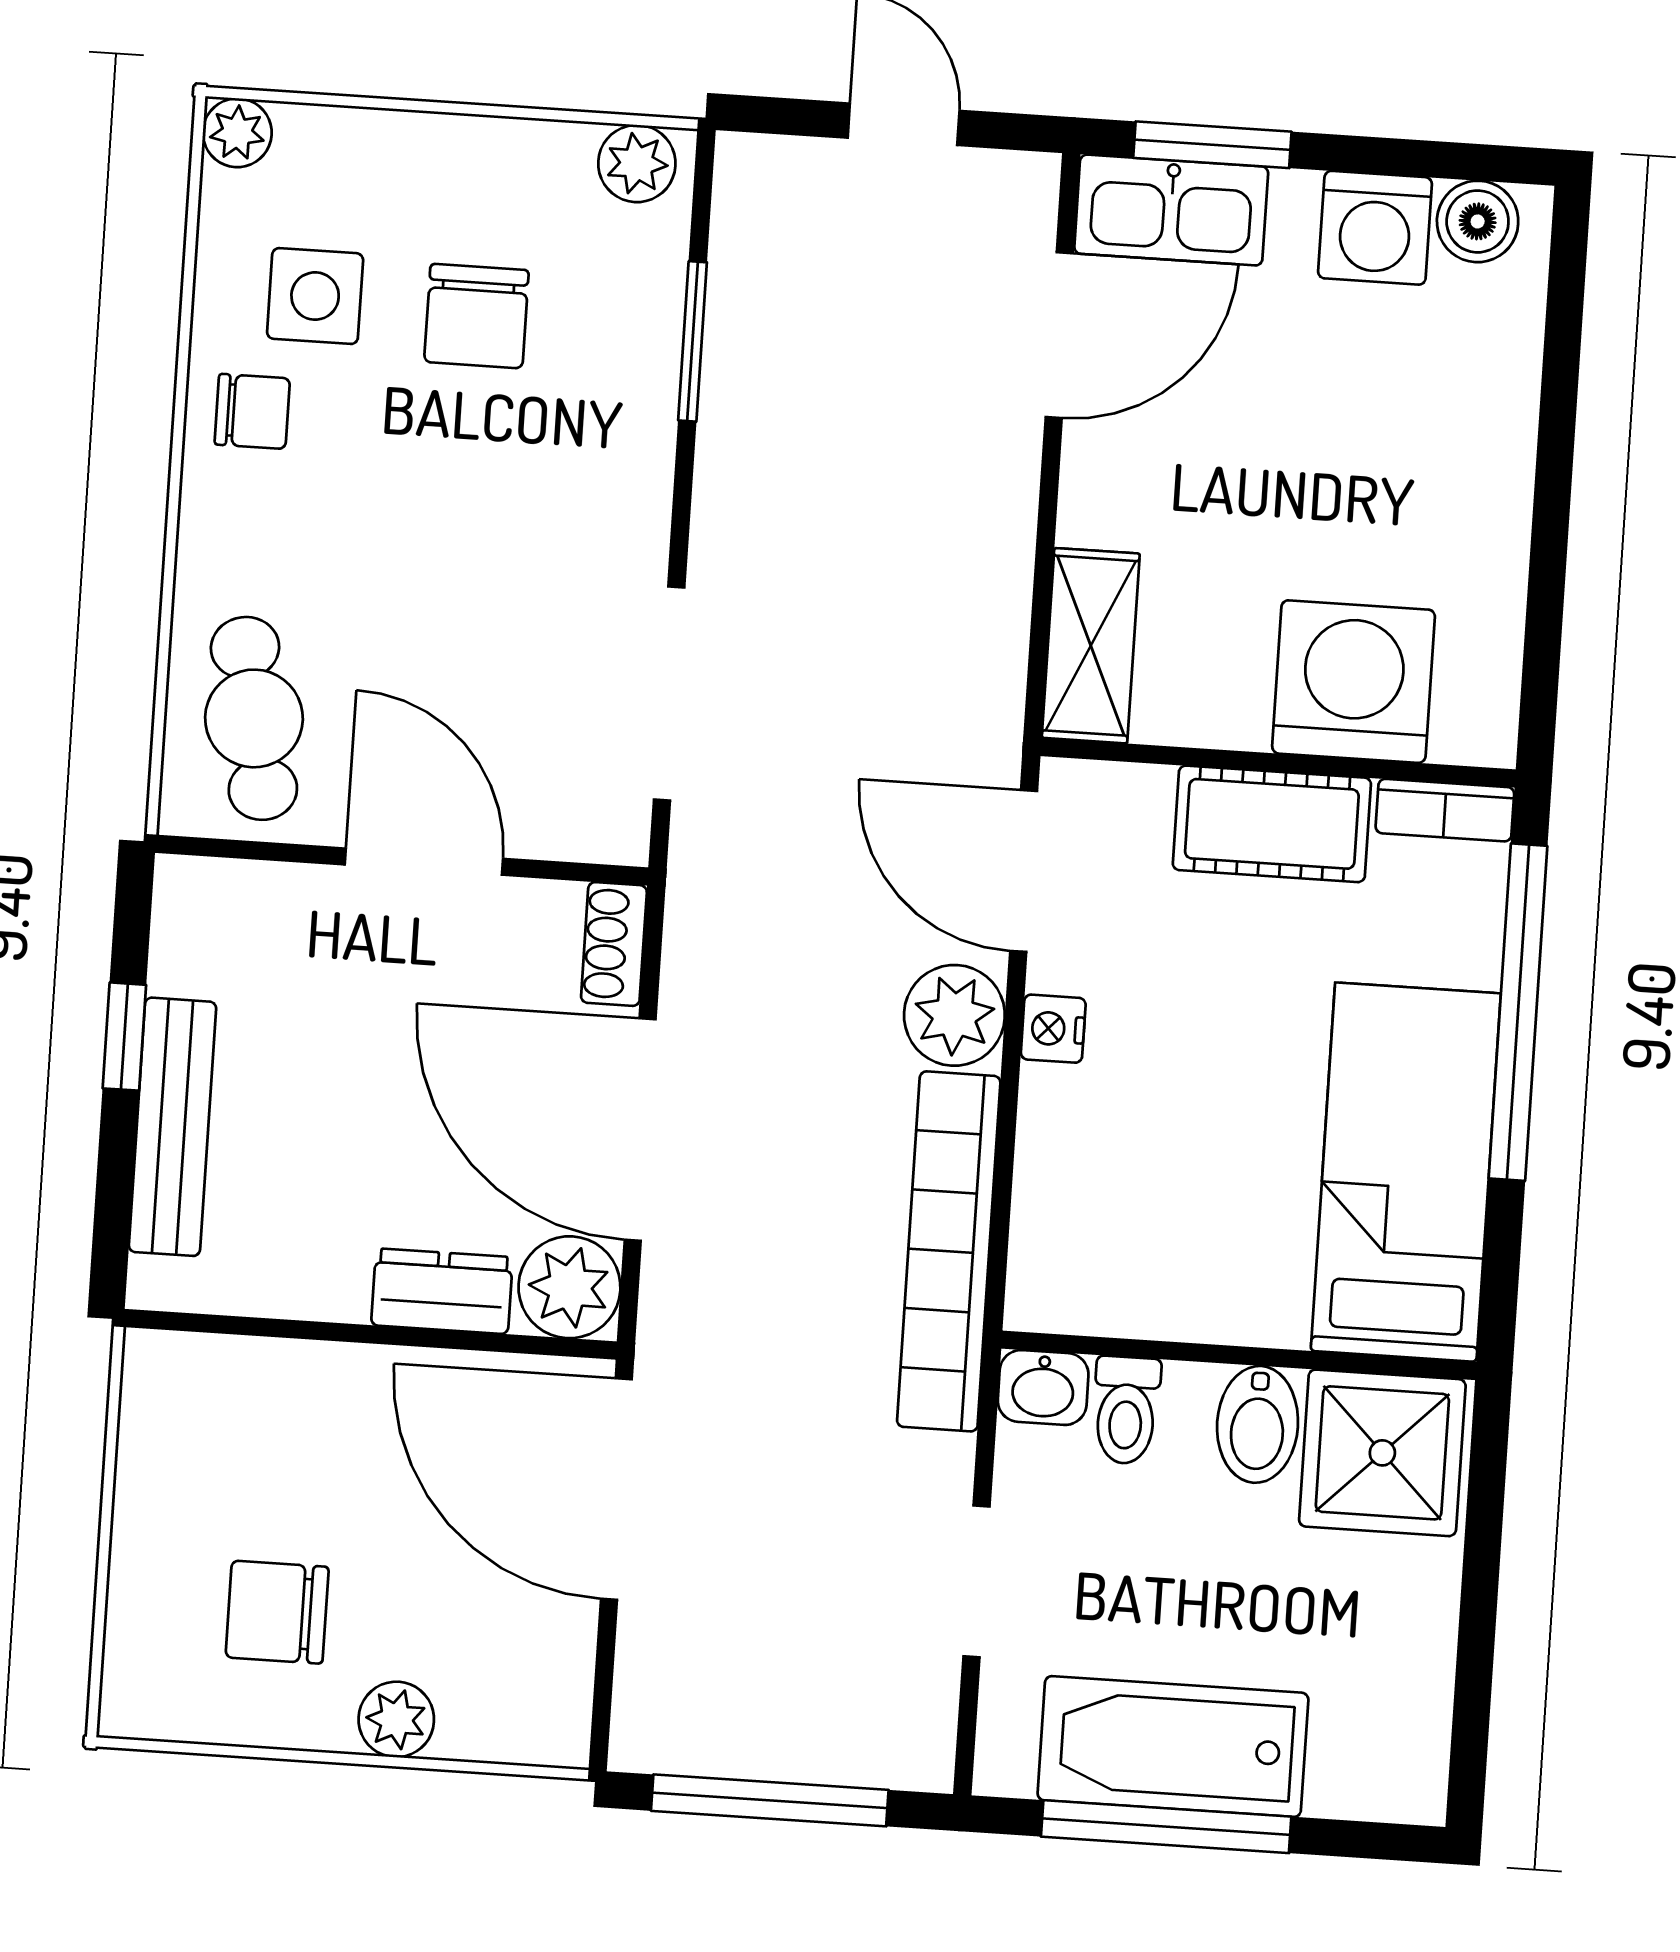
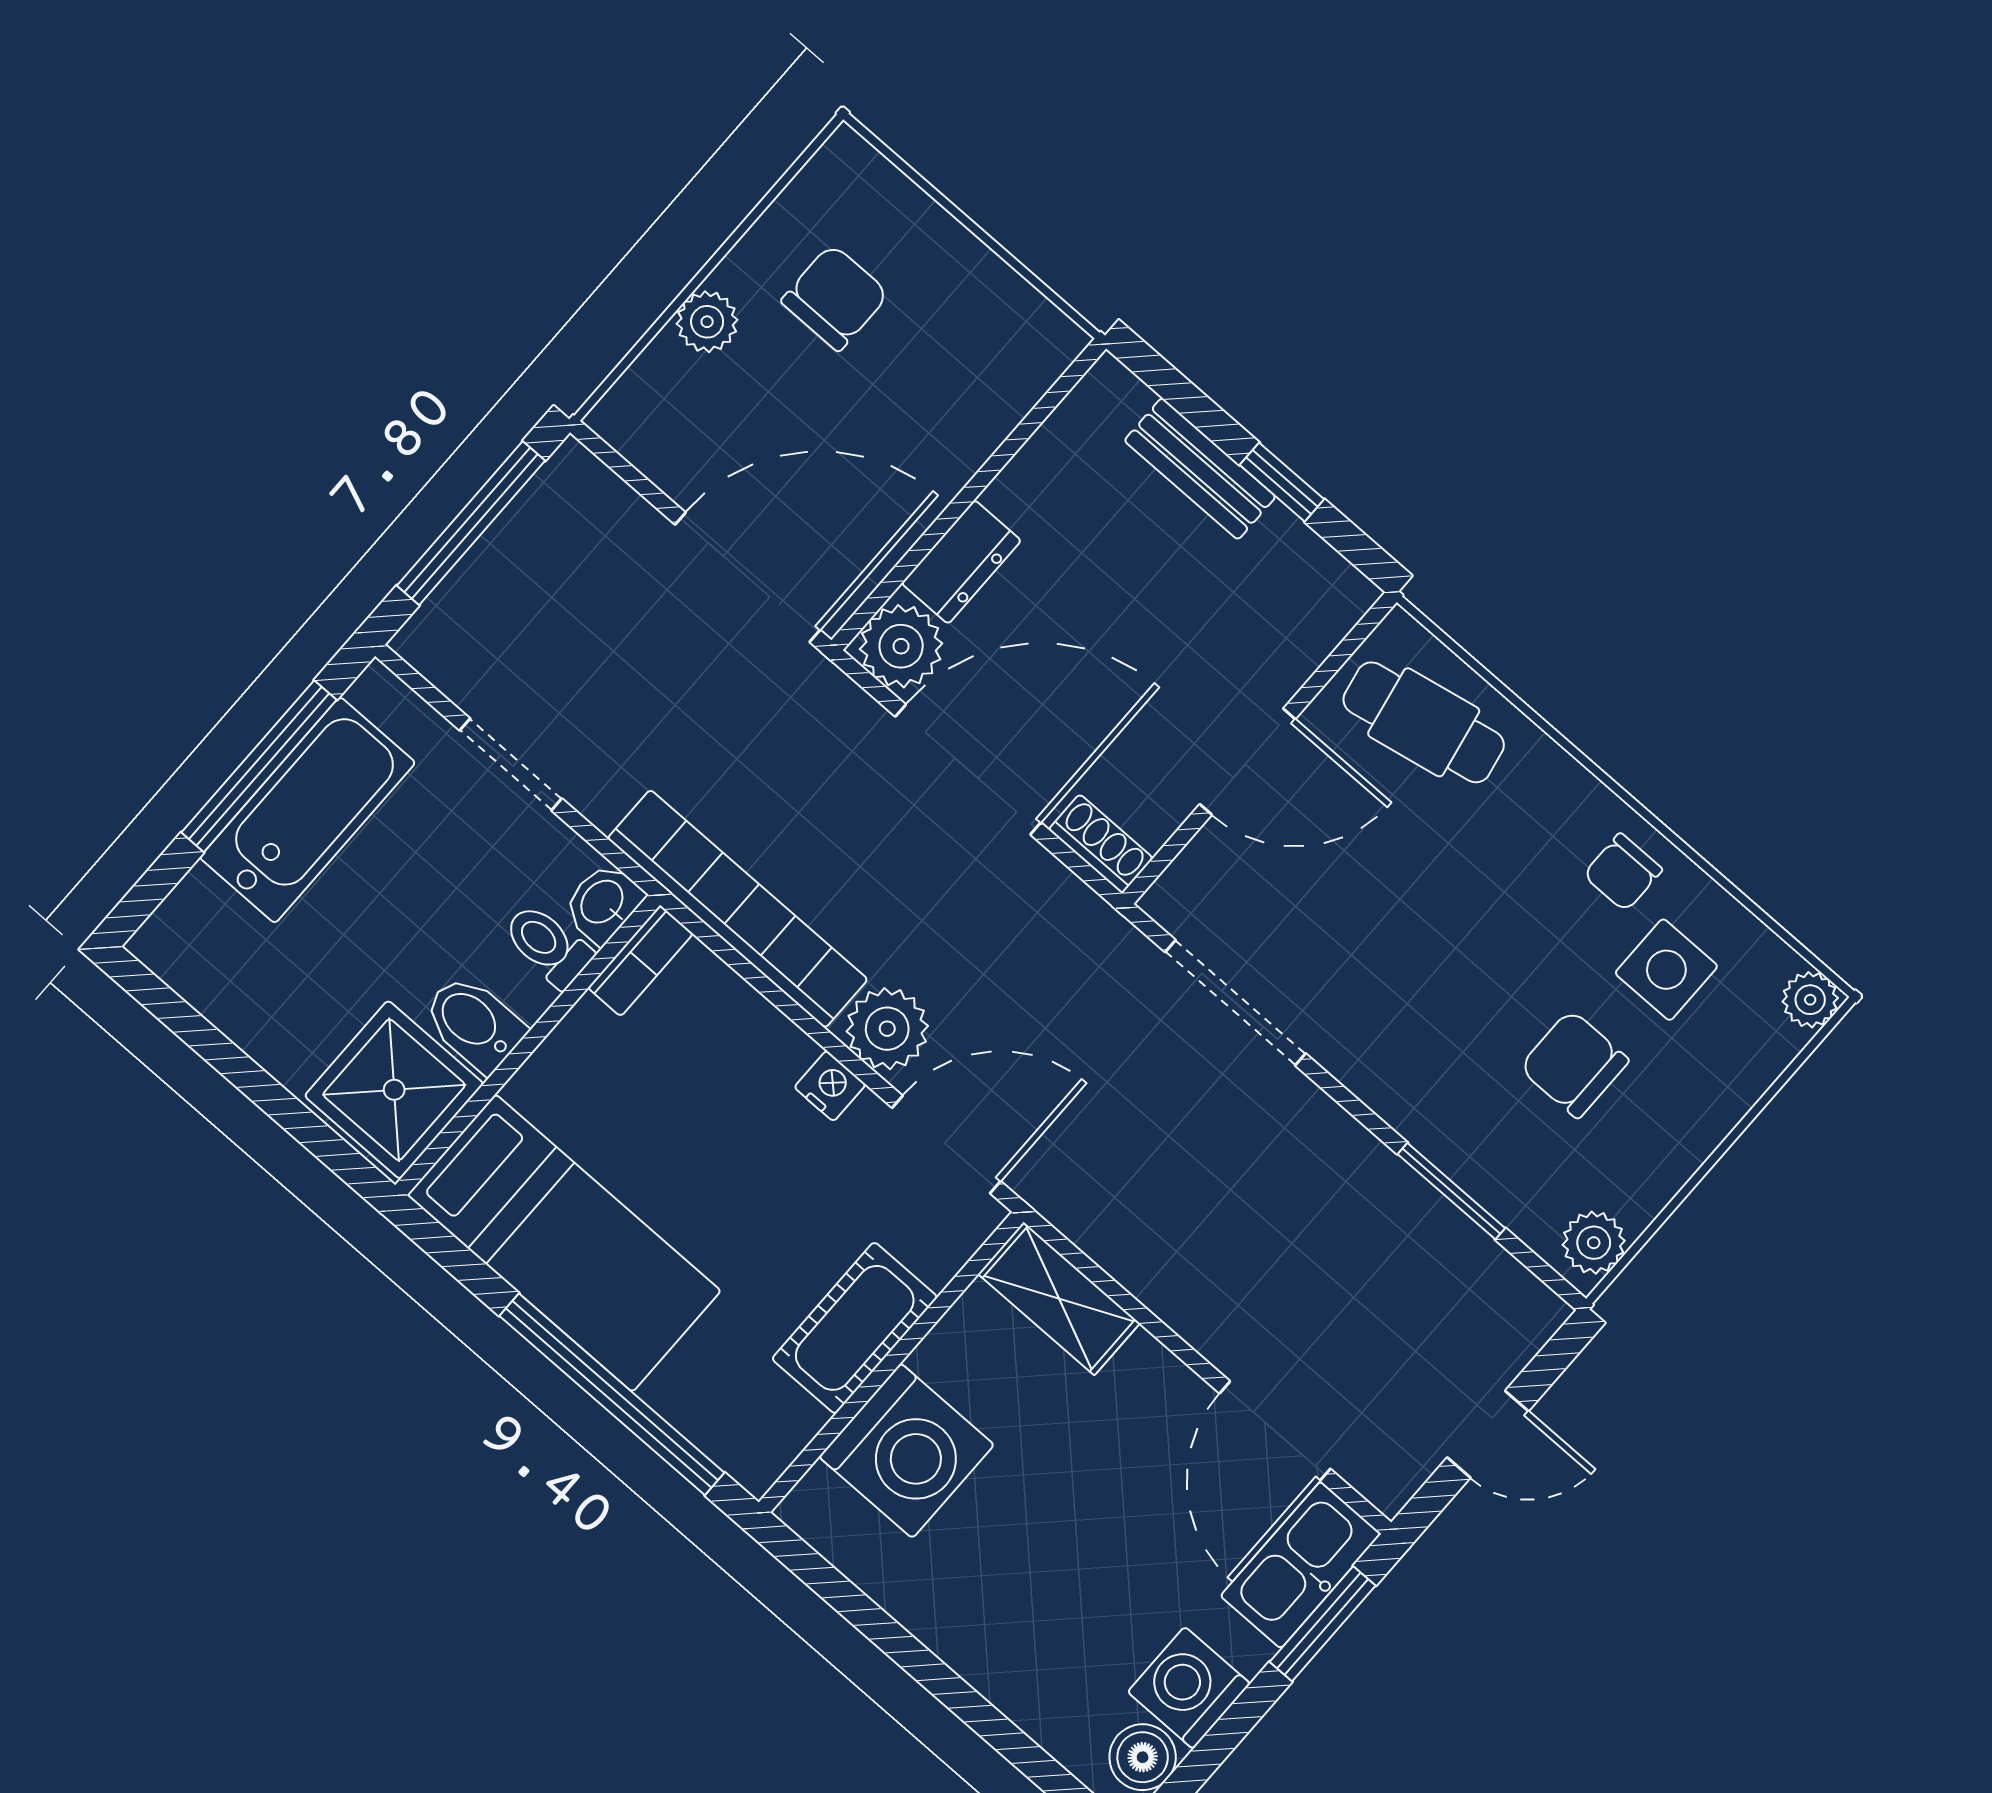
bookcase: (1445, 810) -> (640, 961), moved, turned 180
bench: (172, 1127) -> (1200, 469), width x0.73

